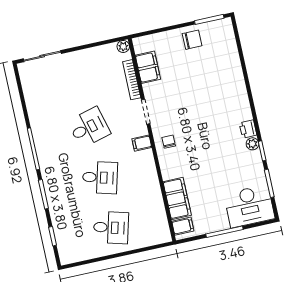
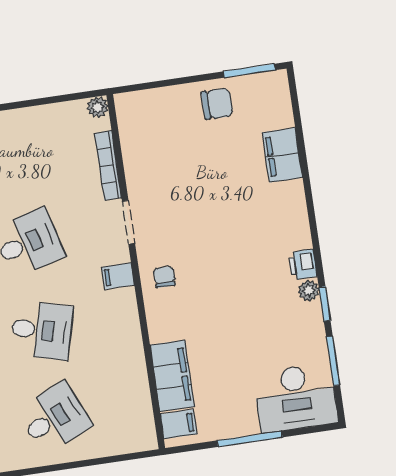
filing cabinet: (148, 67) -> (282, 155), moved, turned 180
desk: (111, 228) -> (54, 418), turned -39

